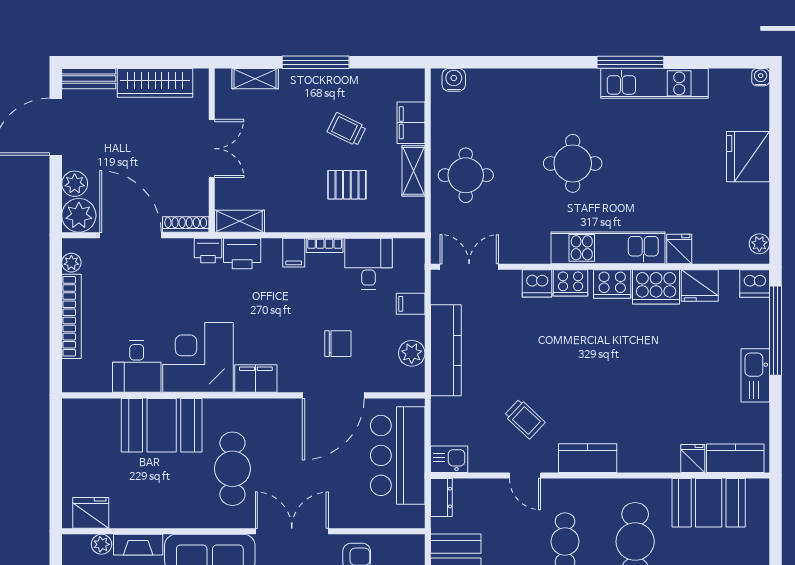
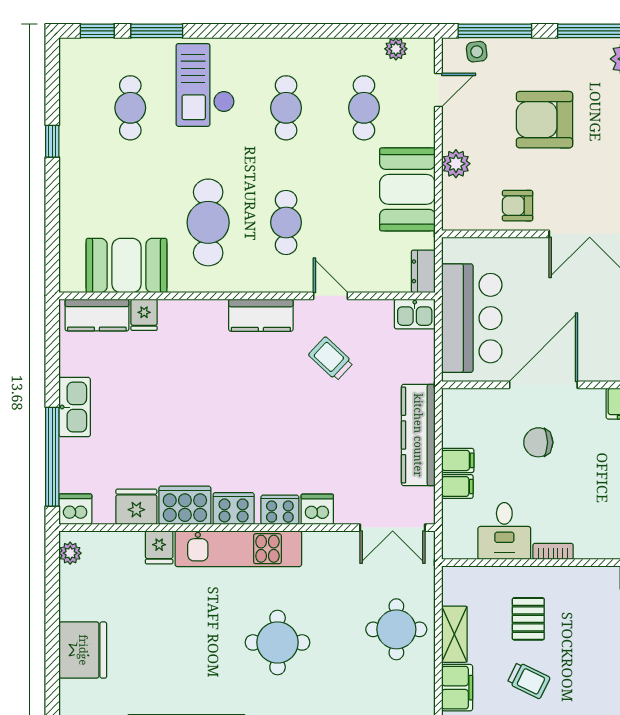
pallet: (347, 185) -> (528, 619), turned 90
filing cabinet: (294, 253) -> (458, 460), moved, turned 90
plant: (412, 353) -> (456, 432), removed

